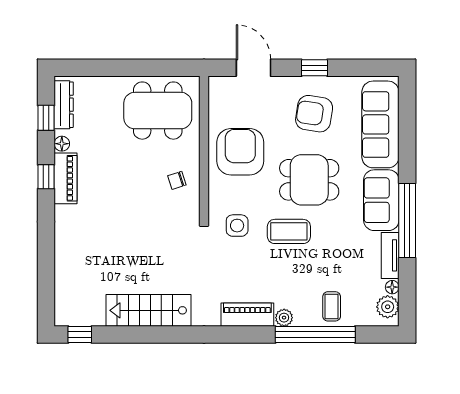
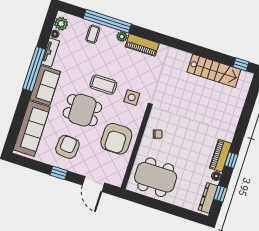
armchair: (314, 114) -> (67, 147), turned -95
stairs: (149, 310) -> (214, 71), moved

